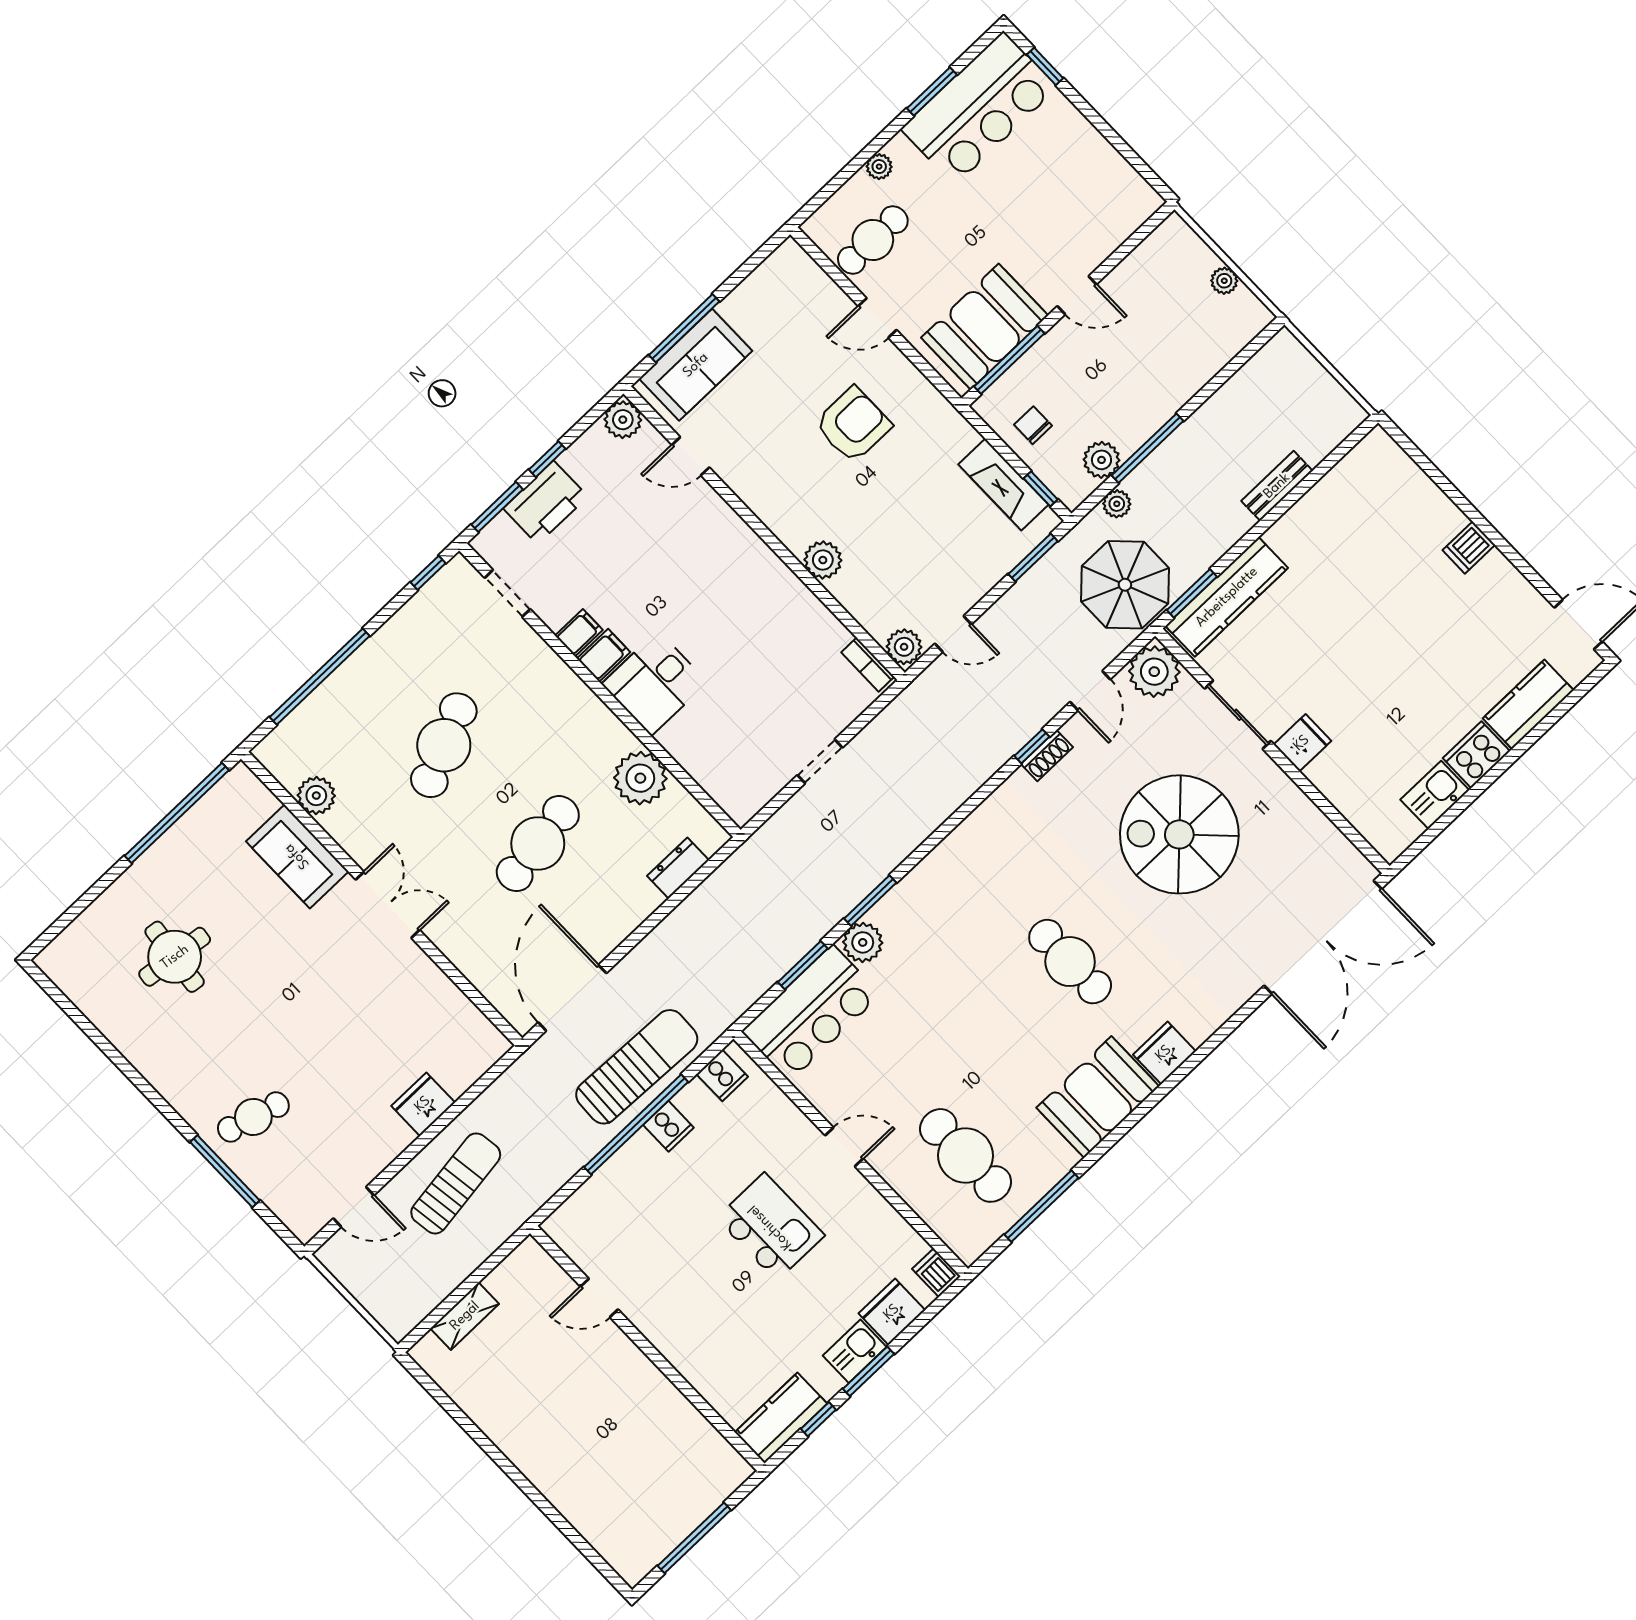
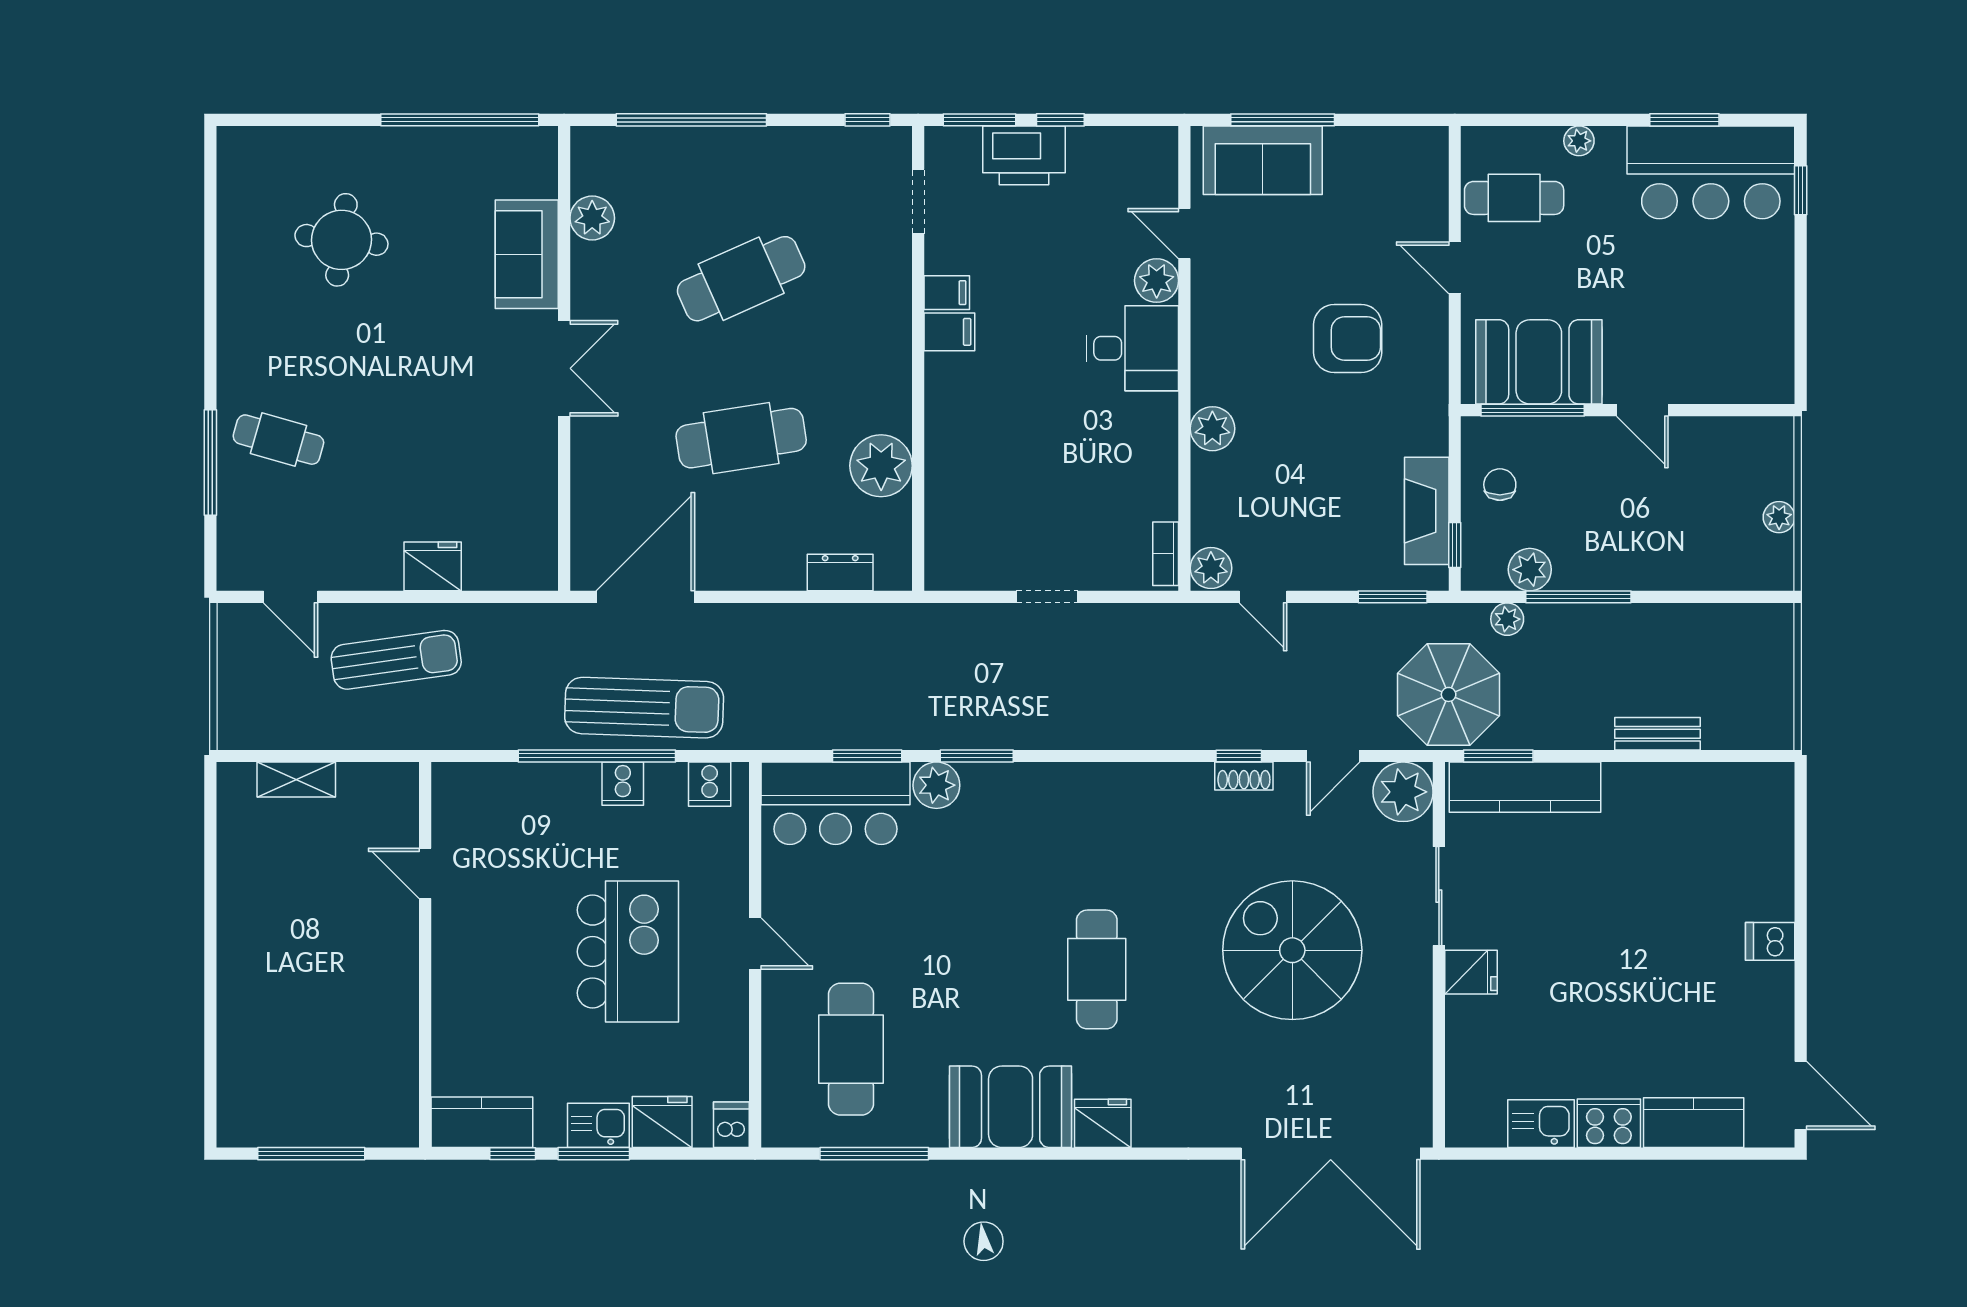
plant: (623, 420) -> (1157, 281), moved
desk: (654, 683) -> (1133, 348), moved, turned 180
kitchen island: (770, 1227) -> (628, 952), width x1.37, depth x1.28

